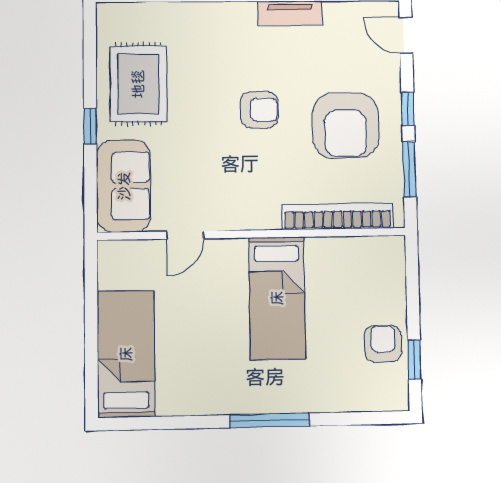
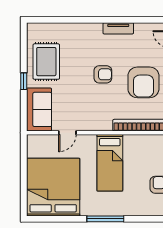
bed: (126, 354) -> (53, 187), width x2.04

